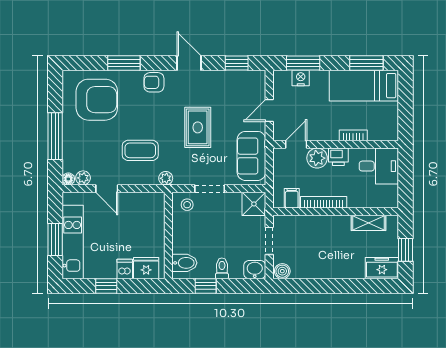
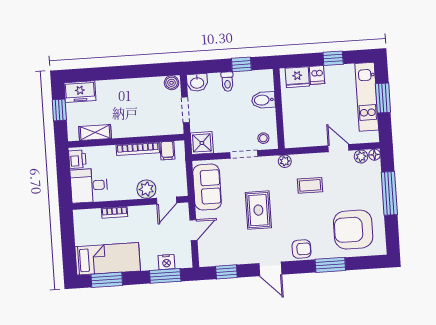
coffee table: (140, 150) -> (310, 185), width x0.73, depth x0.77
printer: (338, 157) -> (77, 159), moved, turned 90
bidet: (184, 263) -> (263, 100), moved

